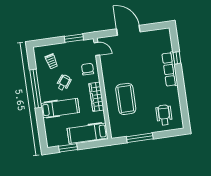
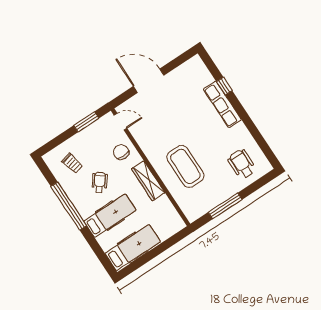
hospital bed: (88, 133) -> (133, 248), moved, turned 180
window: (68, 148) -> (143, 260), removed

